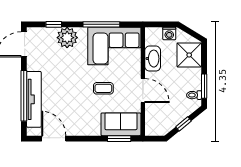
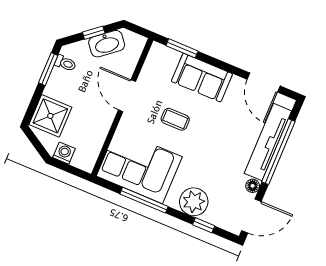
washbasin: (153, 59) -> (107, 44), moved, turned -129
floor lamp: (32, 65) -> (253, 186), added
sofa: (121, 124) -> (202, 78), moved

